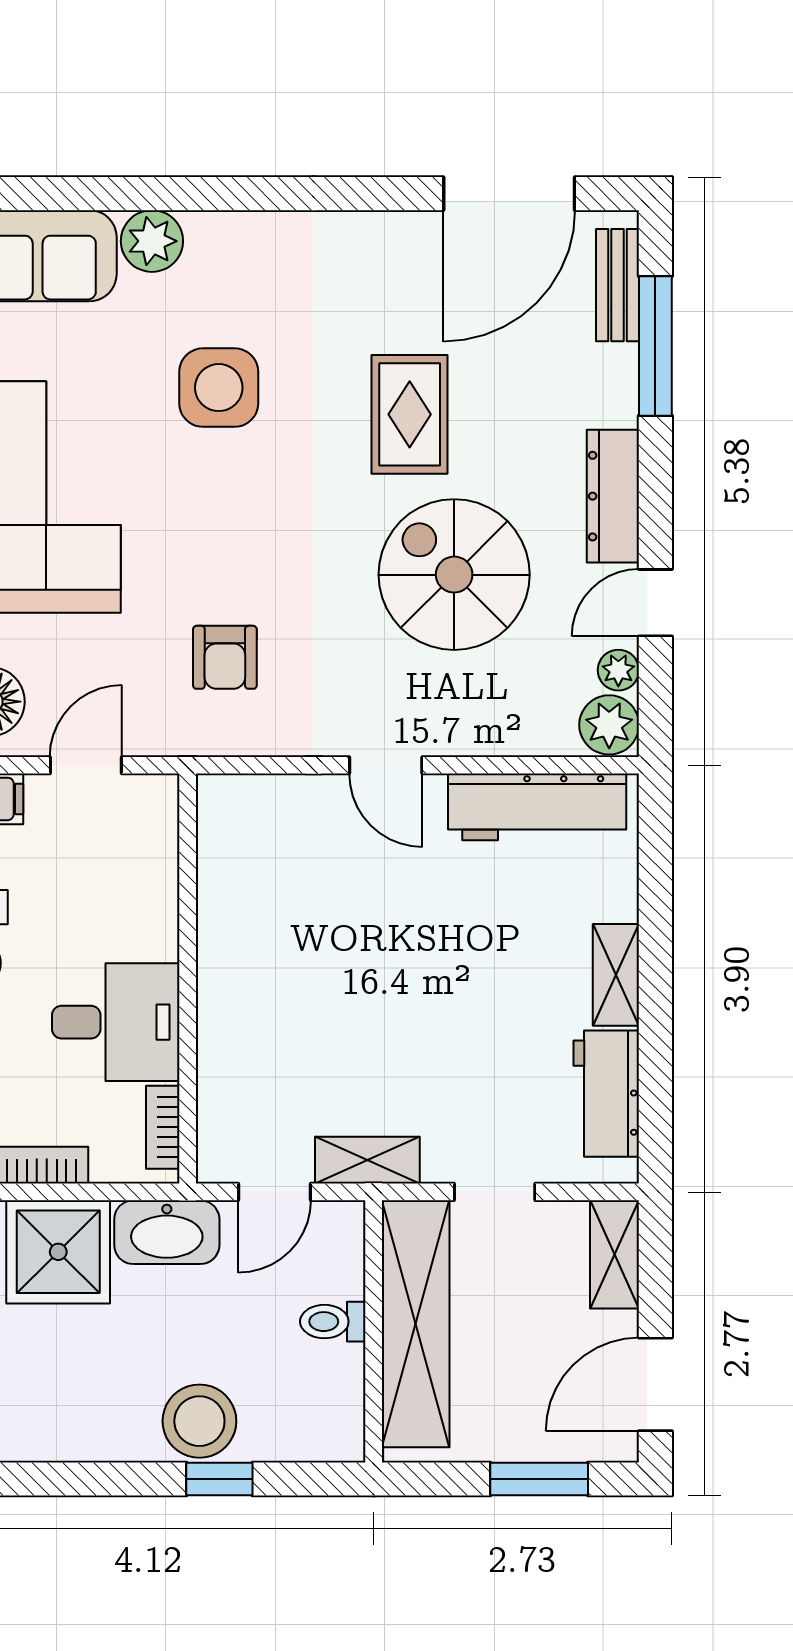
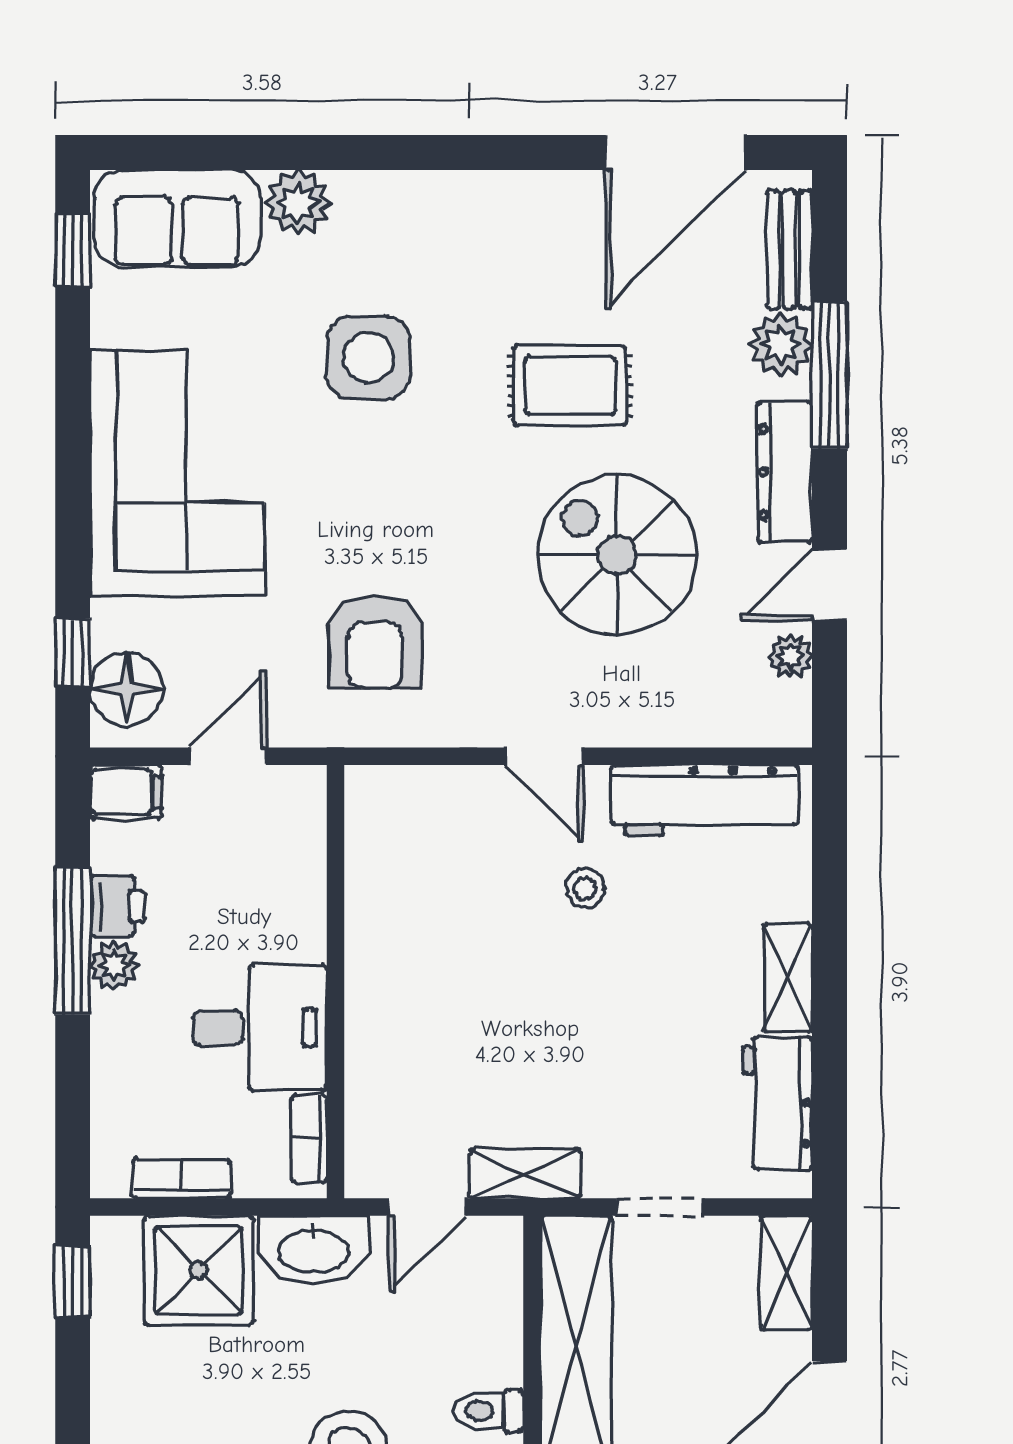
window: (655, 346) -> (829, 375), moved
rug: (410, 414) -> (570, 386), turned 90
armchair: (225, 657) -> (375, 642), width x1.38, depth x1.38
plant: (609, 725) -> (781, 345), moved
stool: (424, 890) -> (585, 888), added
toilet: (333, 1322) -> (489, 1411), moved

